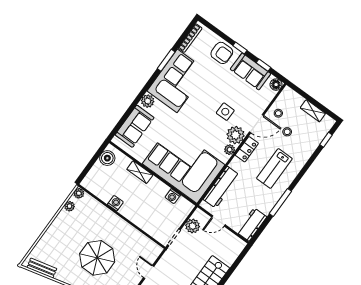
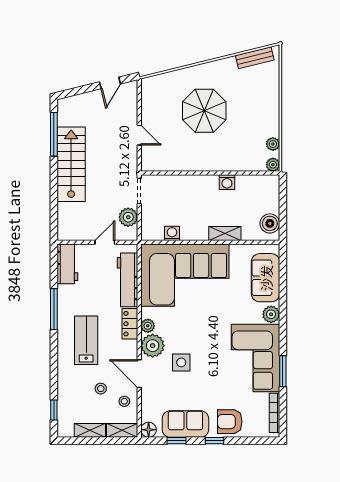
shelving: (293, 96) -> (122, 430), added
door: (256, 124) -> (139, 374), hinge flipped
locker: (247, 149) -> (130, 324), moved

